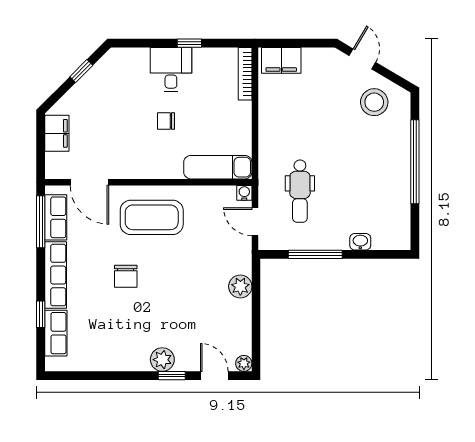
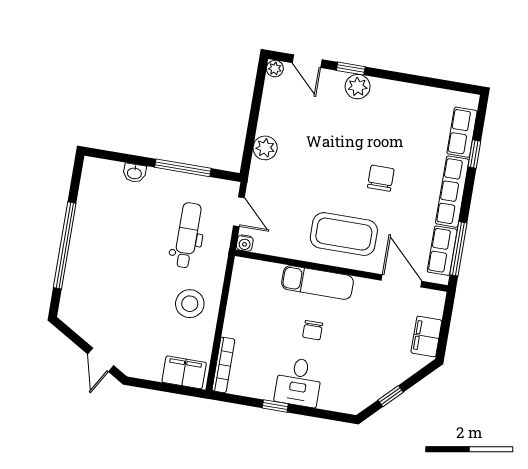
stool: (374, 102) -> (190, 304), moved
chair: (166, 121) -> (313, 330), turned 90
exam couch: (218, 167) -> (318, 282), moved

